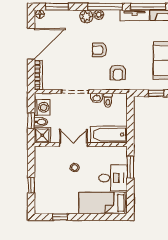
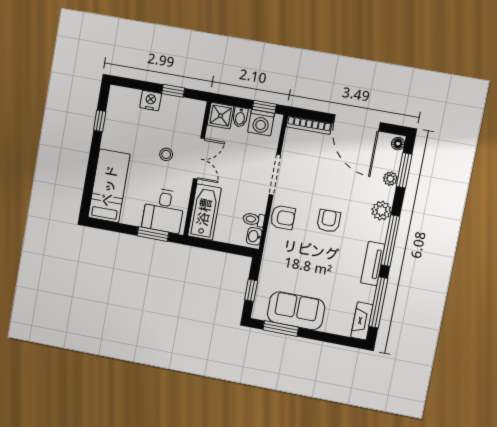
plant: (99, 15) -> (390, 179), moved
tv unit: (135, 15) -> (373, 264), moved
armchair: (118, 73) -> (283, 217), moved, turned 180
washbasin: (97, 98) -> (254, 236), moved
window: (31, 121) -> (264, 107), moved
desk: (113, 178) -> (164, 211), moved
window: (31, 185) -> (173, 91), moved
nightstand: (40, 185) -> (151, 101), added

